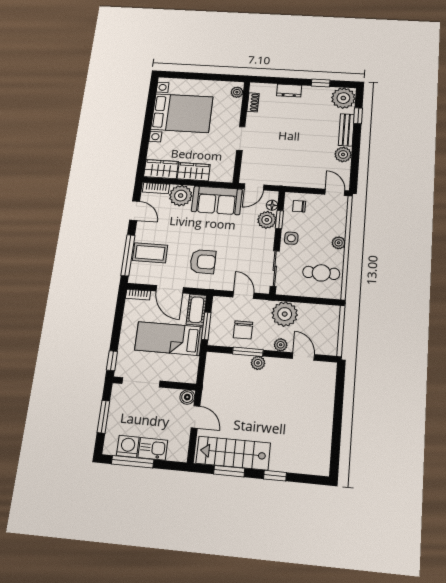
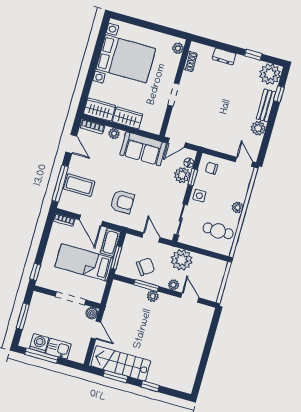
plant: (181, 196) -> (114, 134), width x0.53, depth x0.53
chair: (243, 330) -> (146, 267), turned -125
doorway: (141, 382) -> (71, 298), moved

